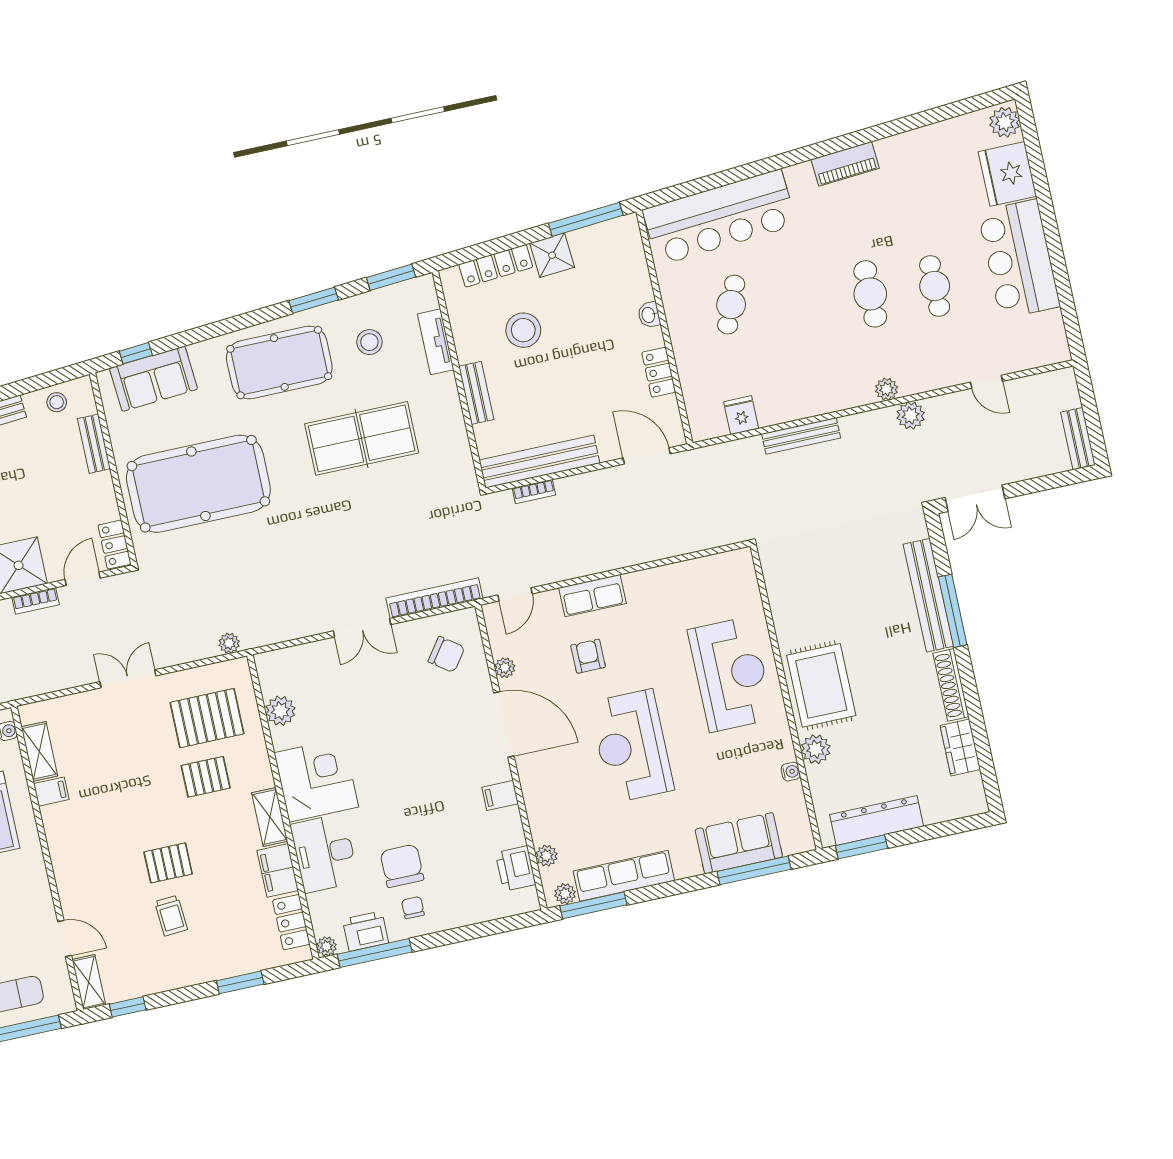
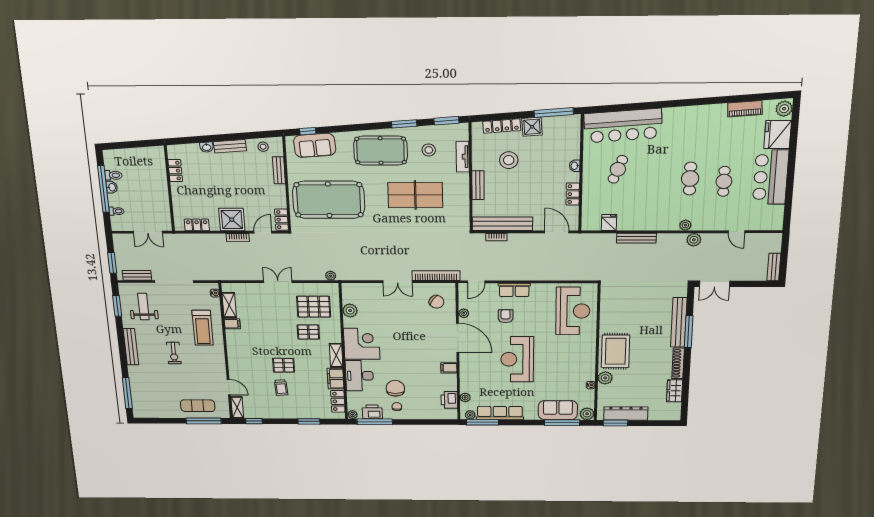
piano: (845, 164) -> (745, 109), moved
reception desk: (731, 674) -> (573, 311), moved
plant: (799, 839) -> (587, 414), added

